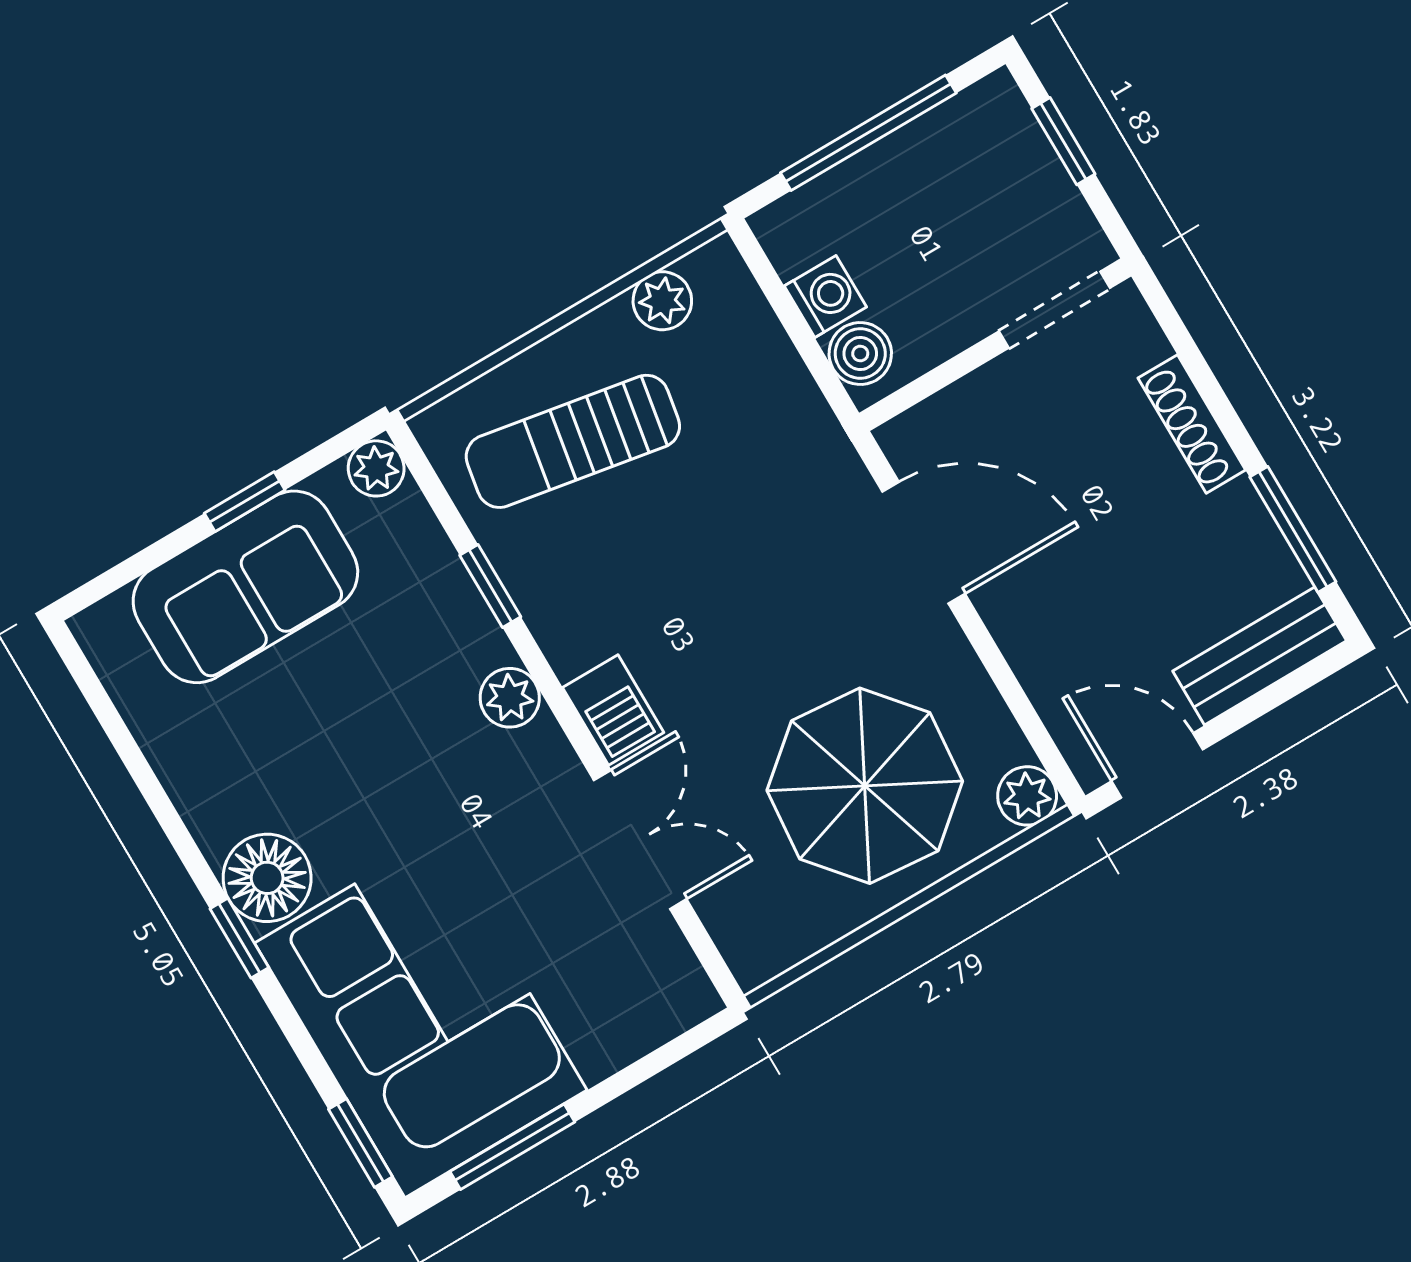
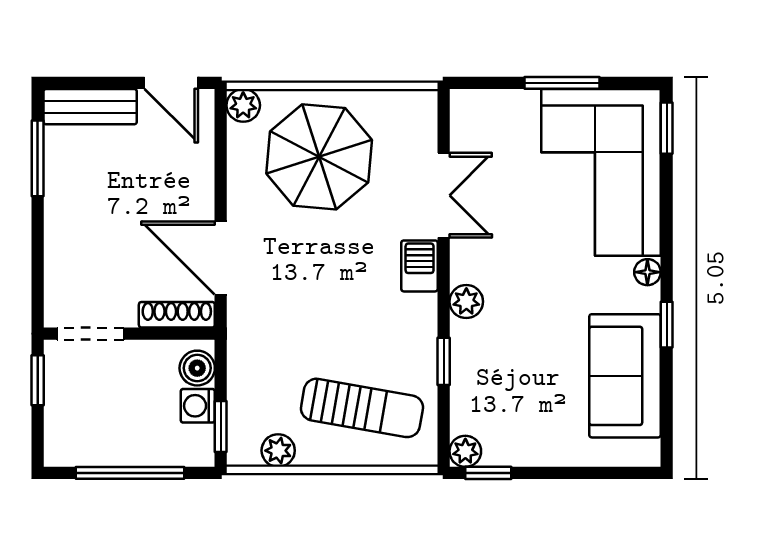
window: (1063, 141) -> (38, 380), moved
window: (772, 286) -> (221, 427), added
shoe rack: (1192, 424) -> (177, 315), moved, turned -90
window: (245, 502) -> (488, 473), moved
sofa: (245, 587) -> (625, 376), moved, turned -90
double door: (640, 840) -> (444, 195), swing flipped
floor lamp: (267, 878) -> (647, 272), width x0.53, depth x0.53
window: (239, 938) -> (667, 325), moved
window: (512, 1147) -> (562, 83), moved

